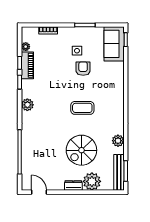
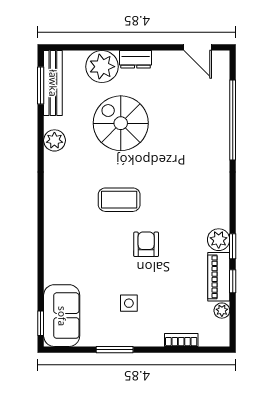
armchair: (83, 69) -> (146, 244), moved, turned 180
plant: (27, 105) -> (219, 240), moved
spiral stairs: (81, 150) -> (121, 123), turned -90

